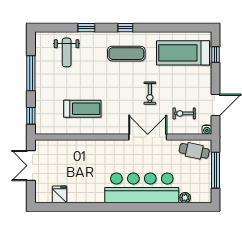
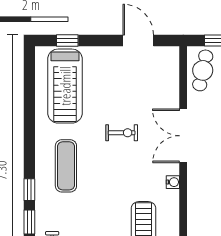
window: (125, 28) -> (29, 190), moved
exercise bike: (184, 113) -> (150, 85), removed
water cooler: (207, 130) -> (173, 182), moved

